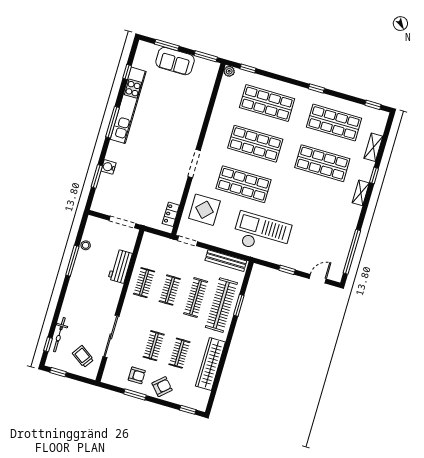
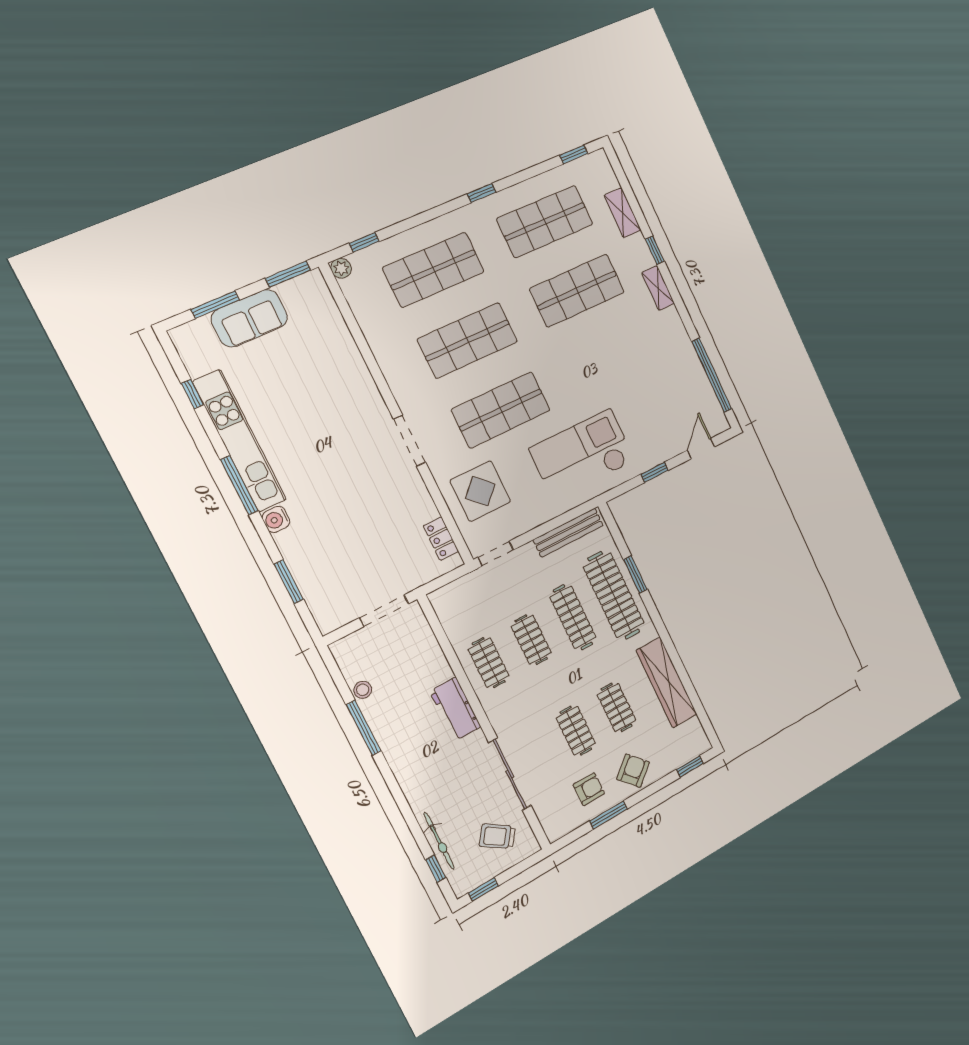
water cooler: (108, 167) -> (276, 519), moved
workbench: (120, 266) -> (455, 709), moved

